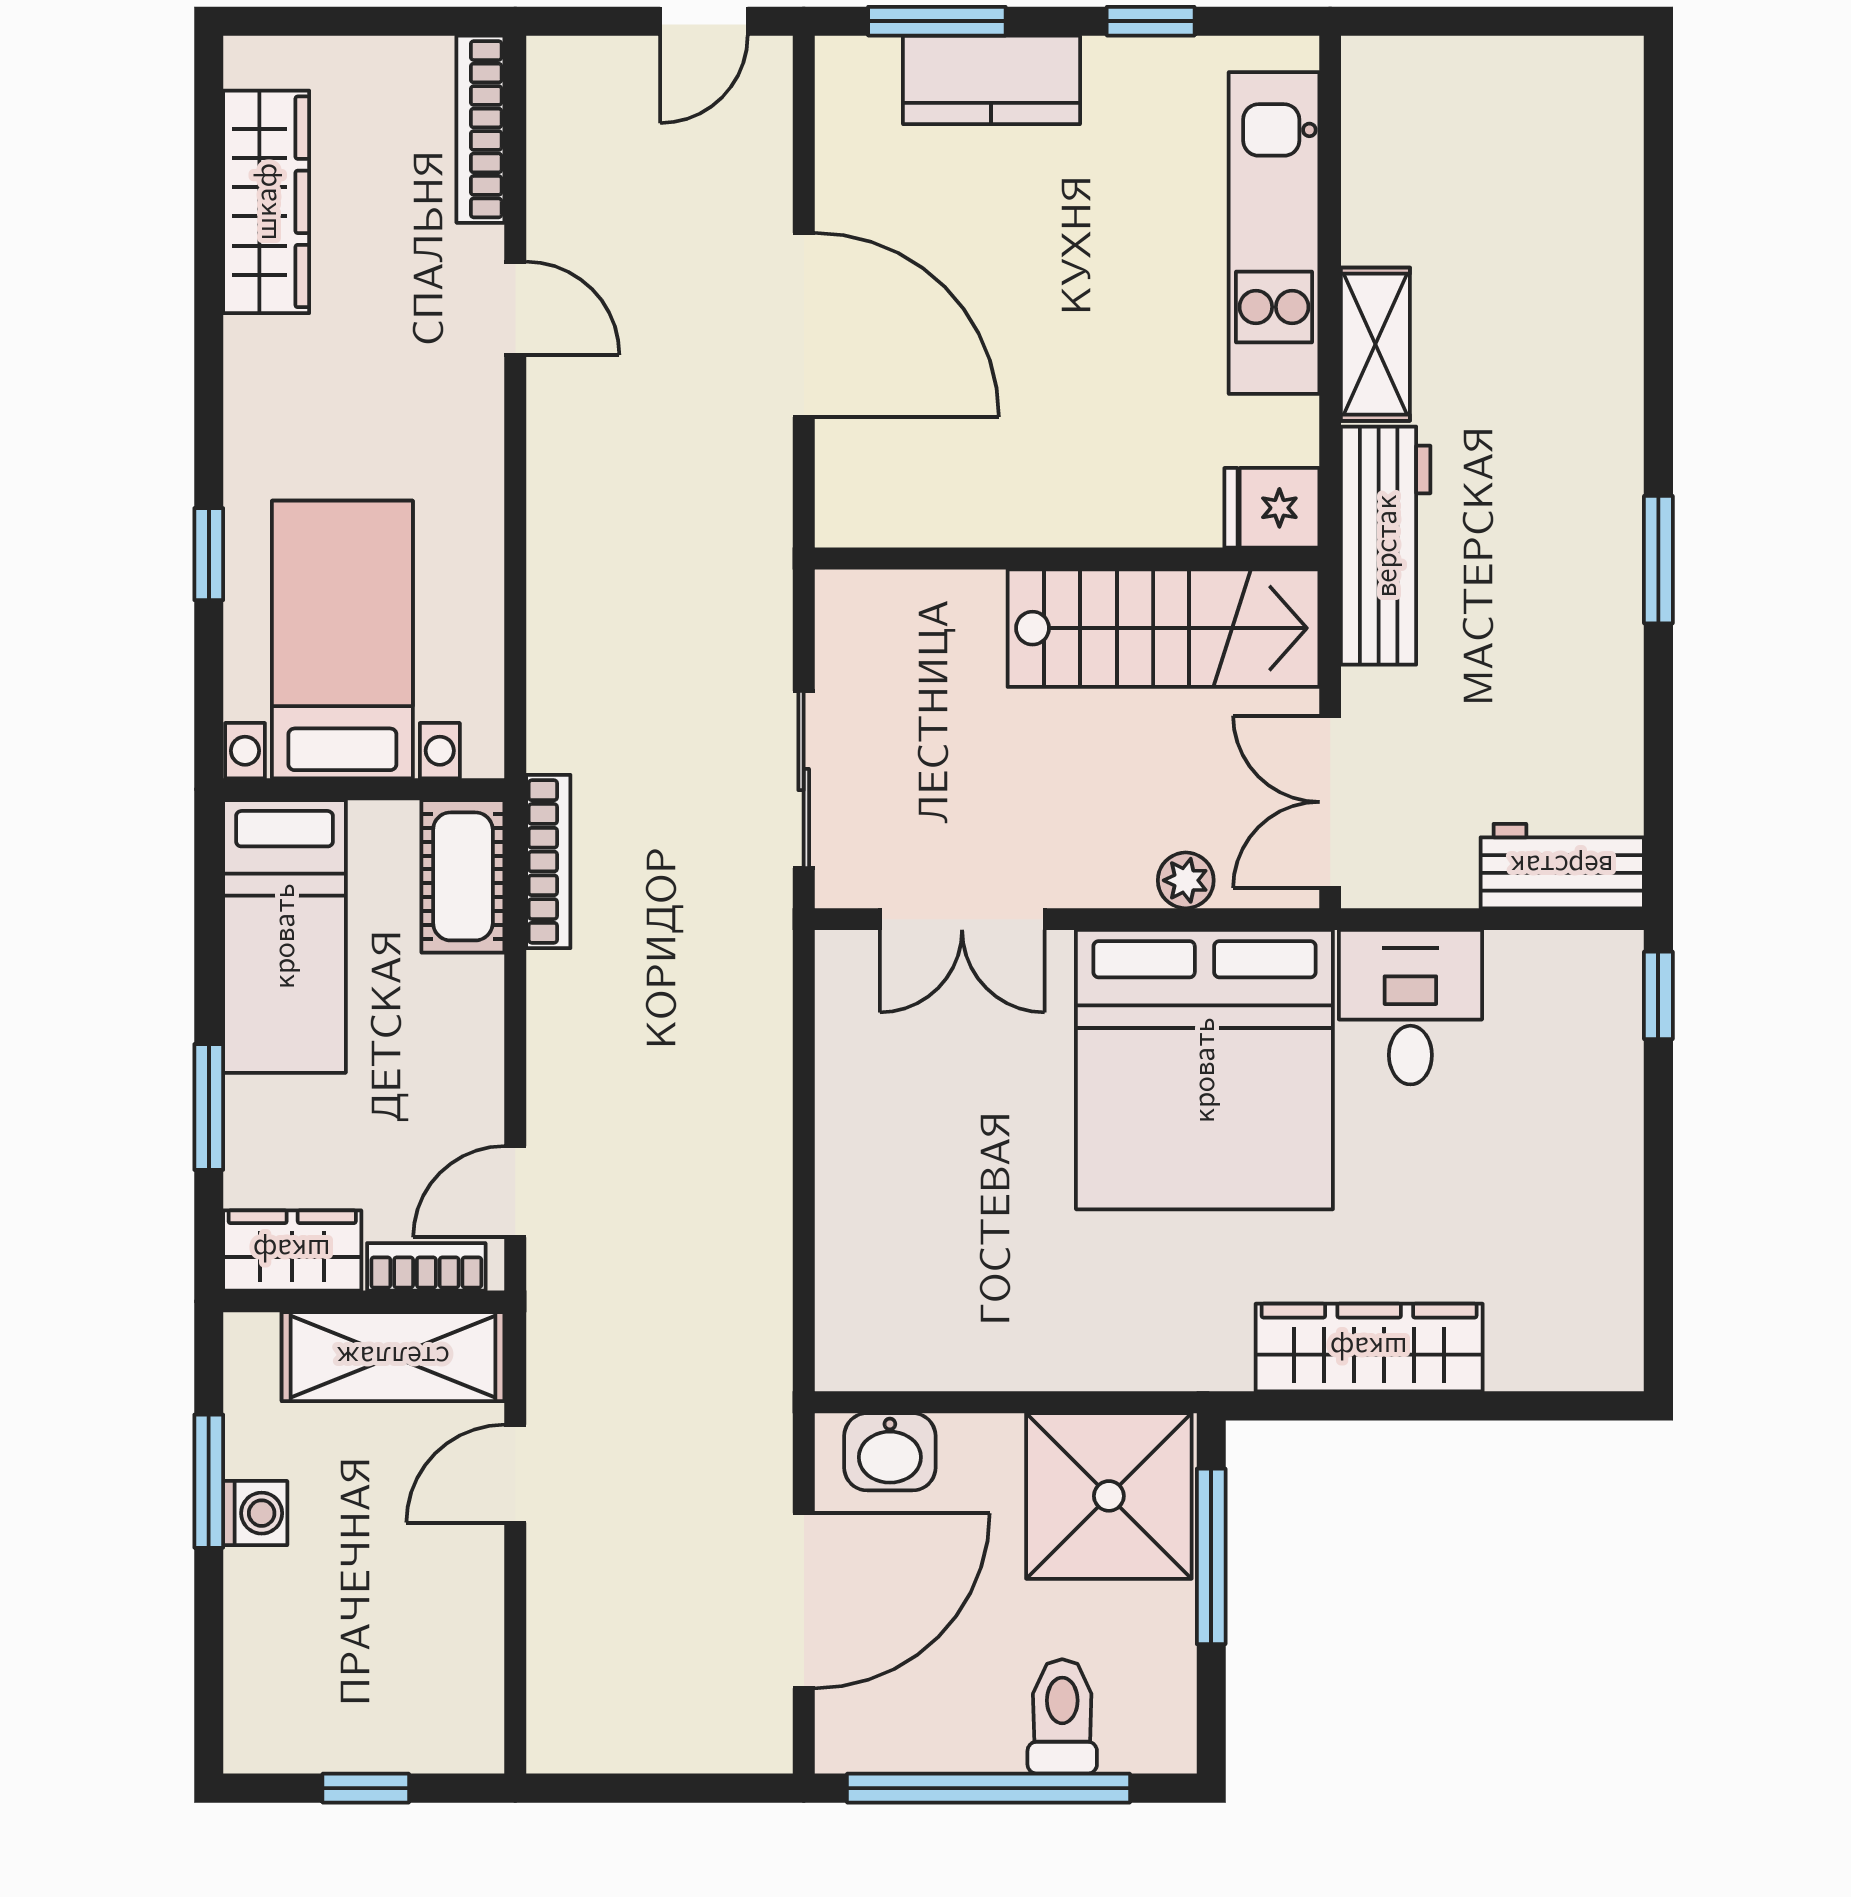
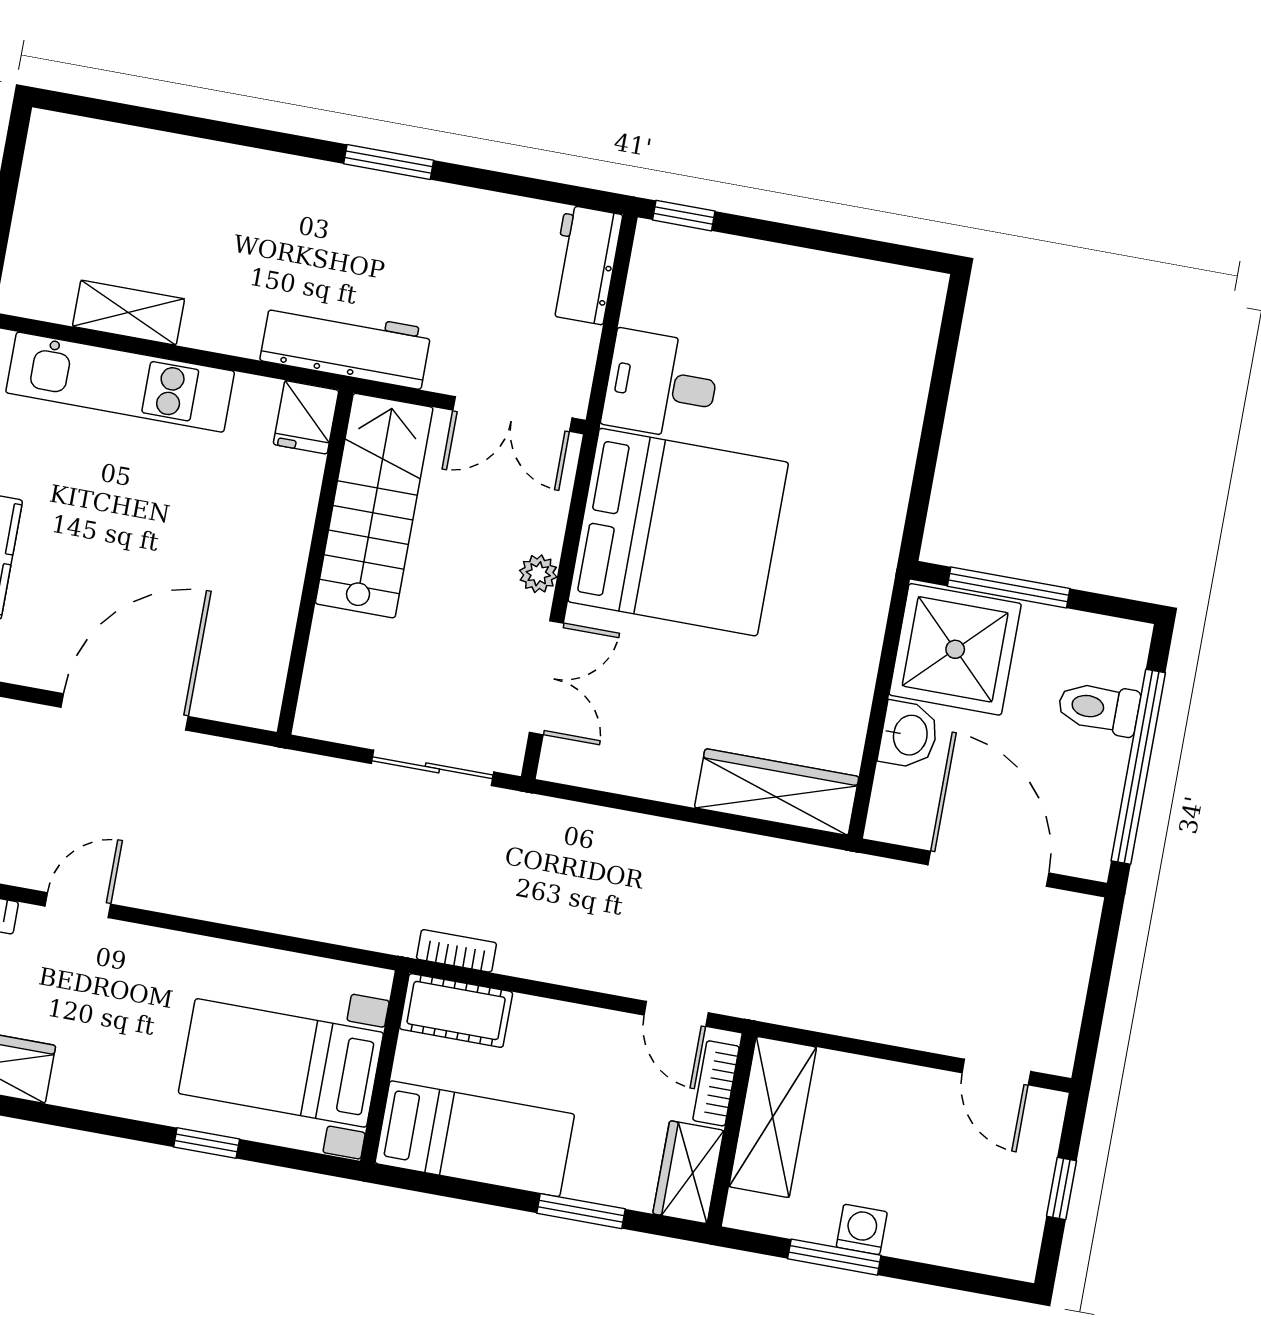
shelving: (1375, 344) -> (128, 313), moved
bookcase: (548, 861) -> (456, 951), width x0.64
plant: (1186, 880) -> (538, 574), moved
wardrobe: (1369, 1348) -> (777, 792), moved, turned 90
washbasin: (890, 1452) -> (909, 735), moved
door: (515, 1474) -> (996, 1072), moved

